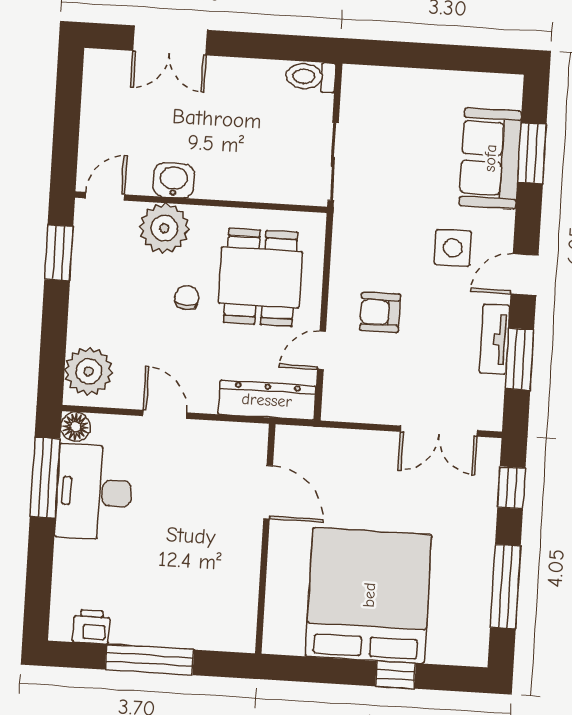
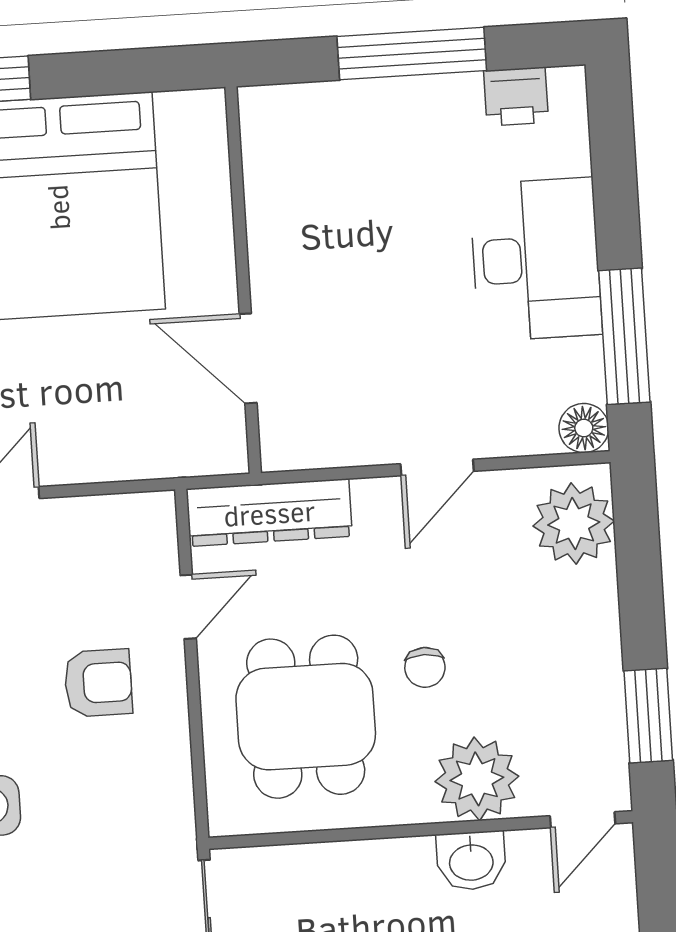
door: (165, 414) -> (437, 467), hinge flipped
desk: (94, 492) -> (536, 259), moved

